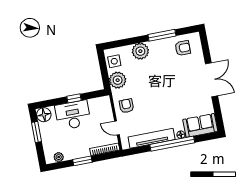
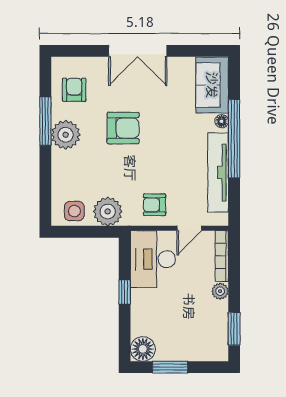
plant: (140, 51) -> (66, 135), moved
armchair: (166, 80) -> (123, 128), added
double door: (212, 80) -> (138, 51), swing flipped
desk: (73, 115) -> (153, 259), moved
plant: (59, 157) -> (220, 291), moved
window: (82, 161) -> (234, 329), moved

